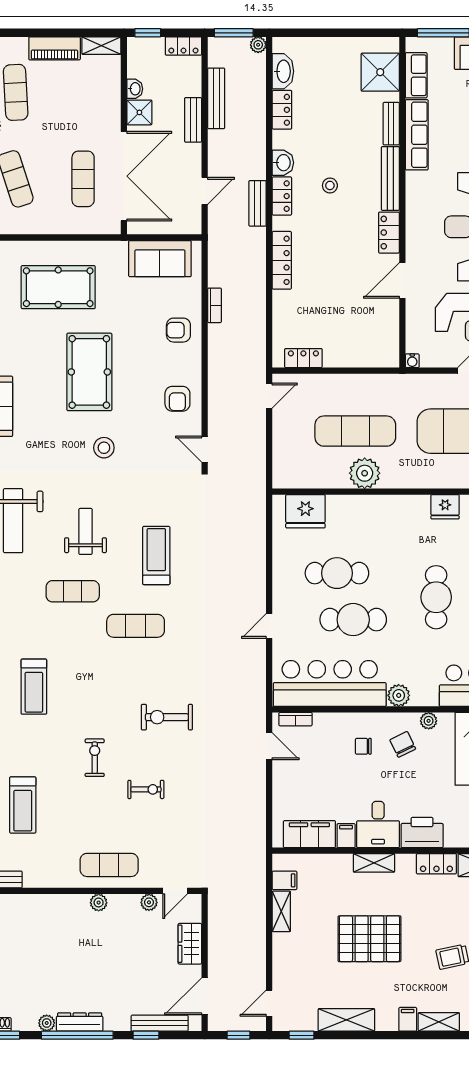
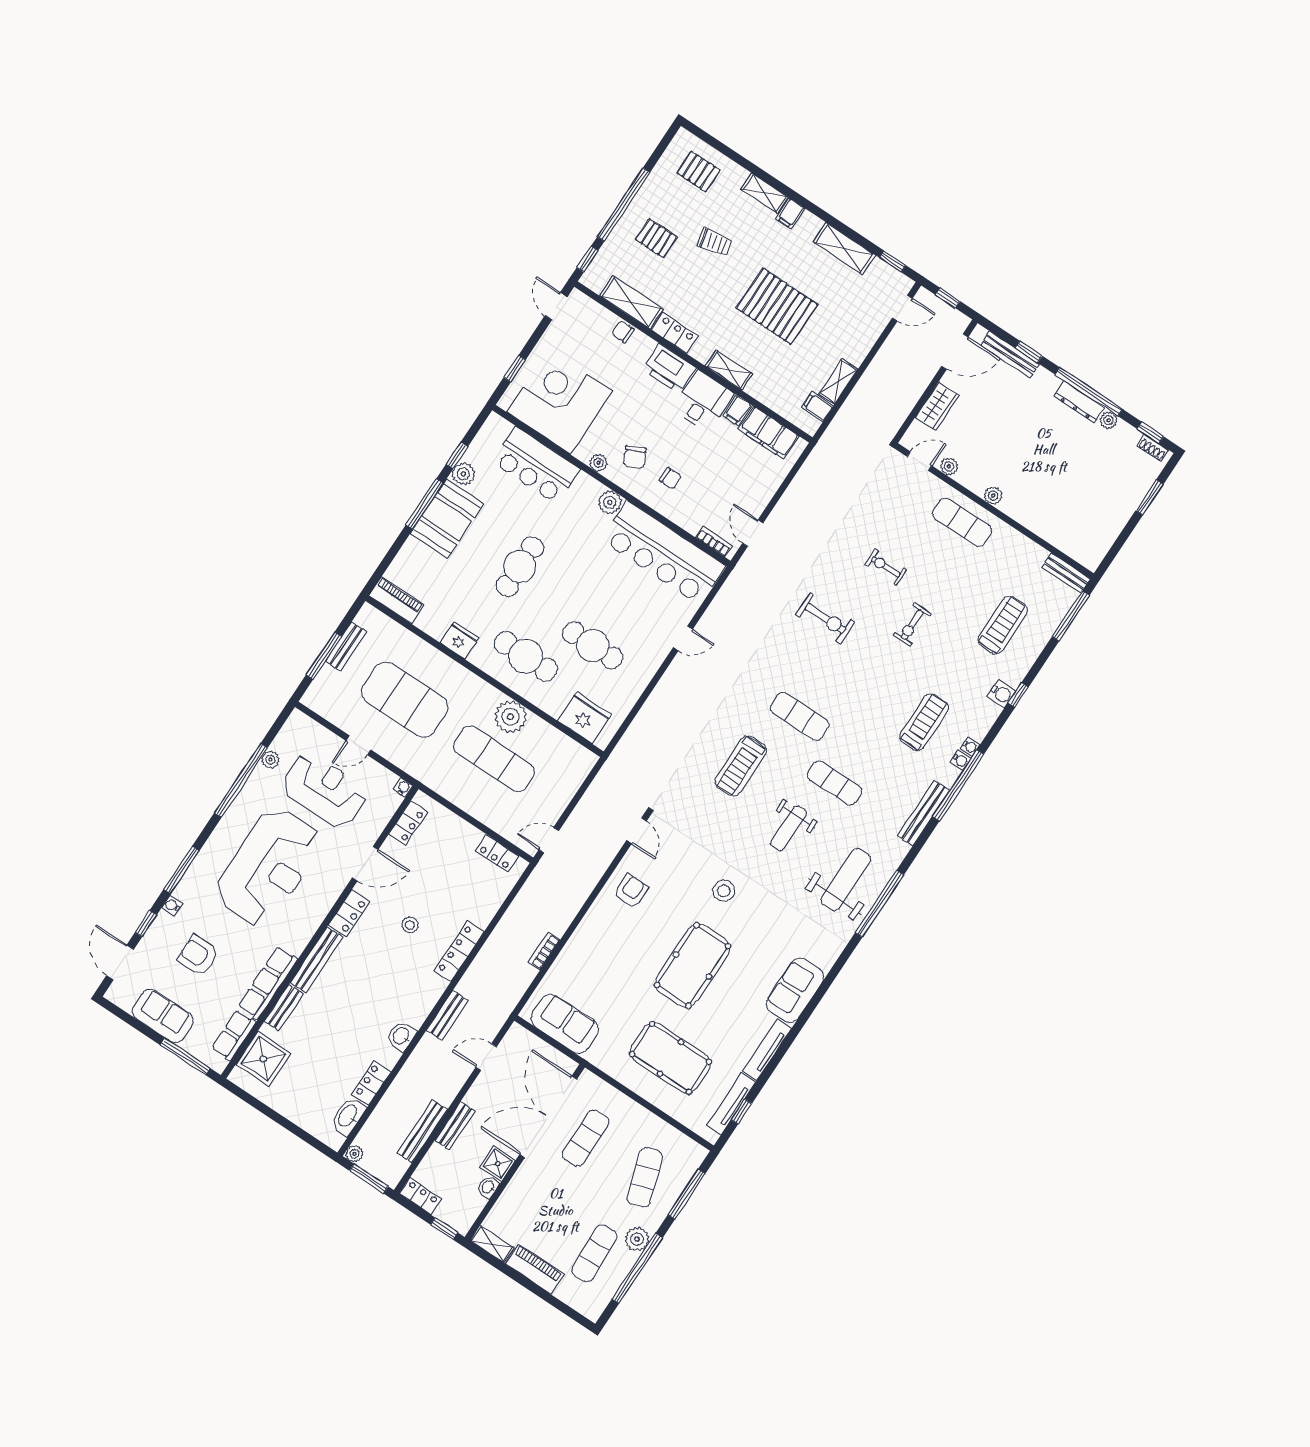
stool: (330, 185) -> (410, 925), moved
locker: (282, 196) -> (408, 823), moved, turned 180
armchair: (178, 330) -> (590, 950), removed
cafe table: (353, 620) -> (526, 656), moved

